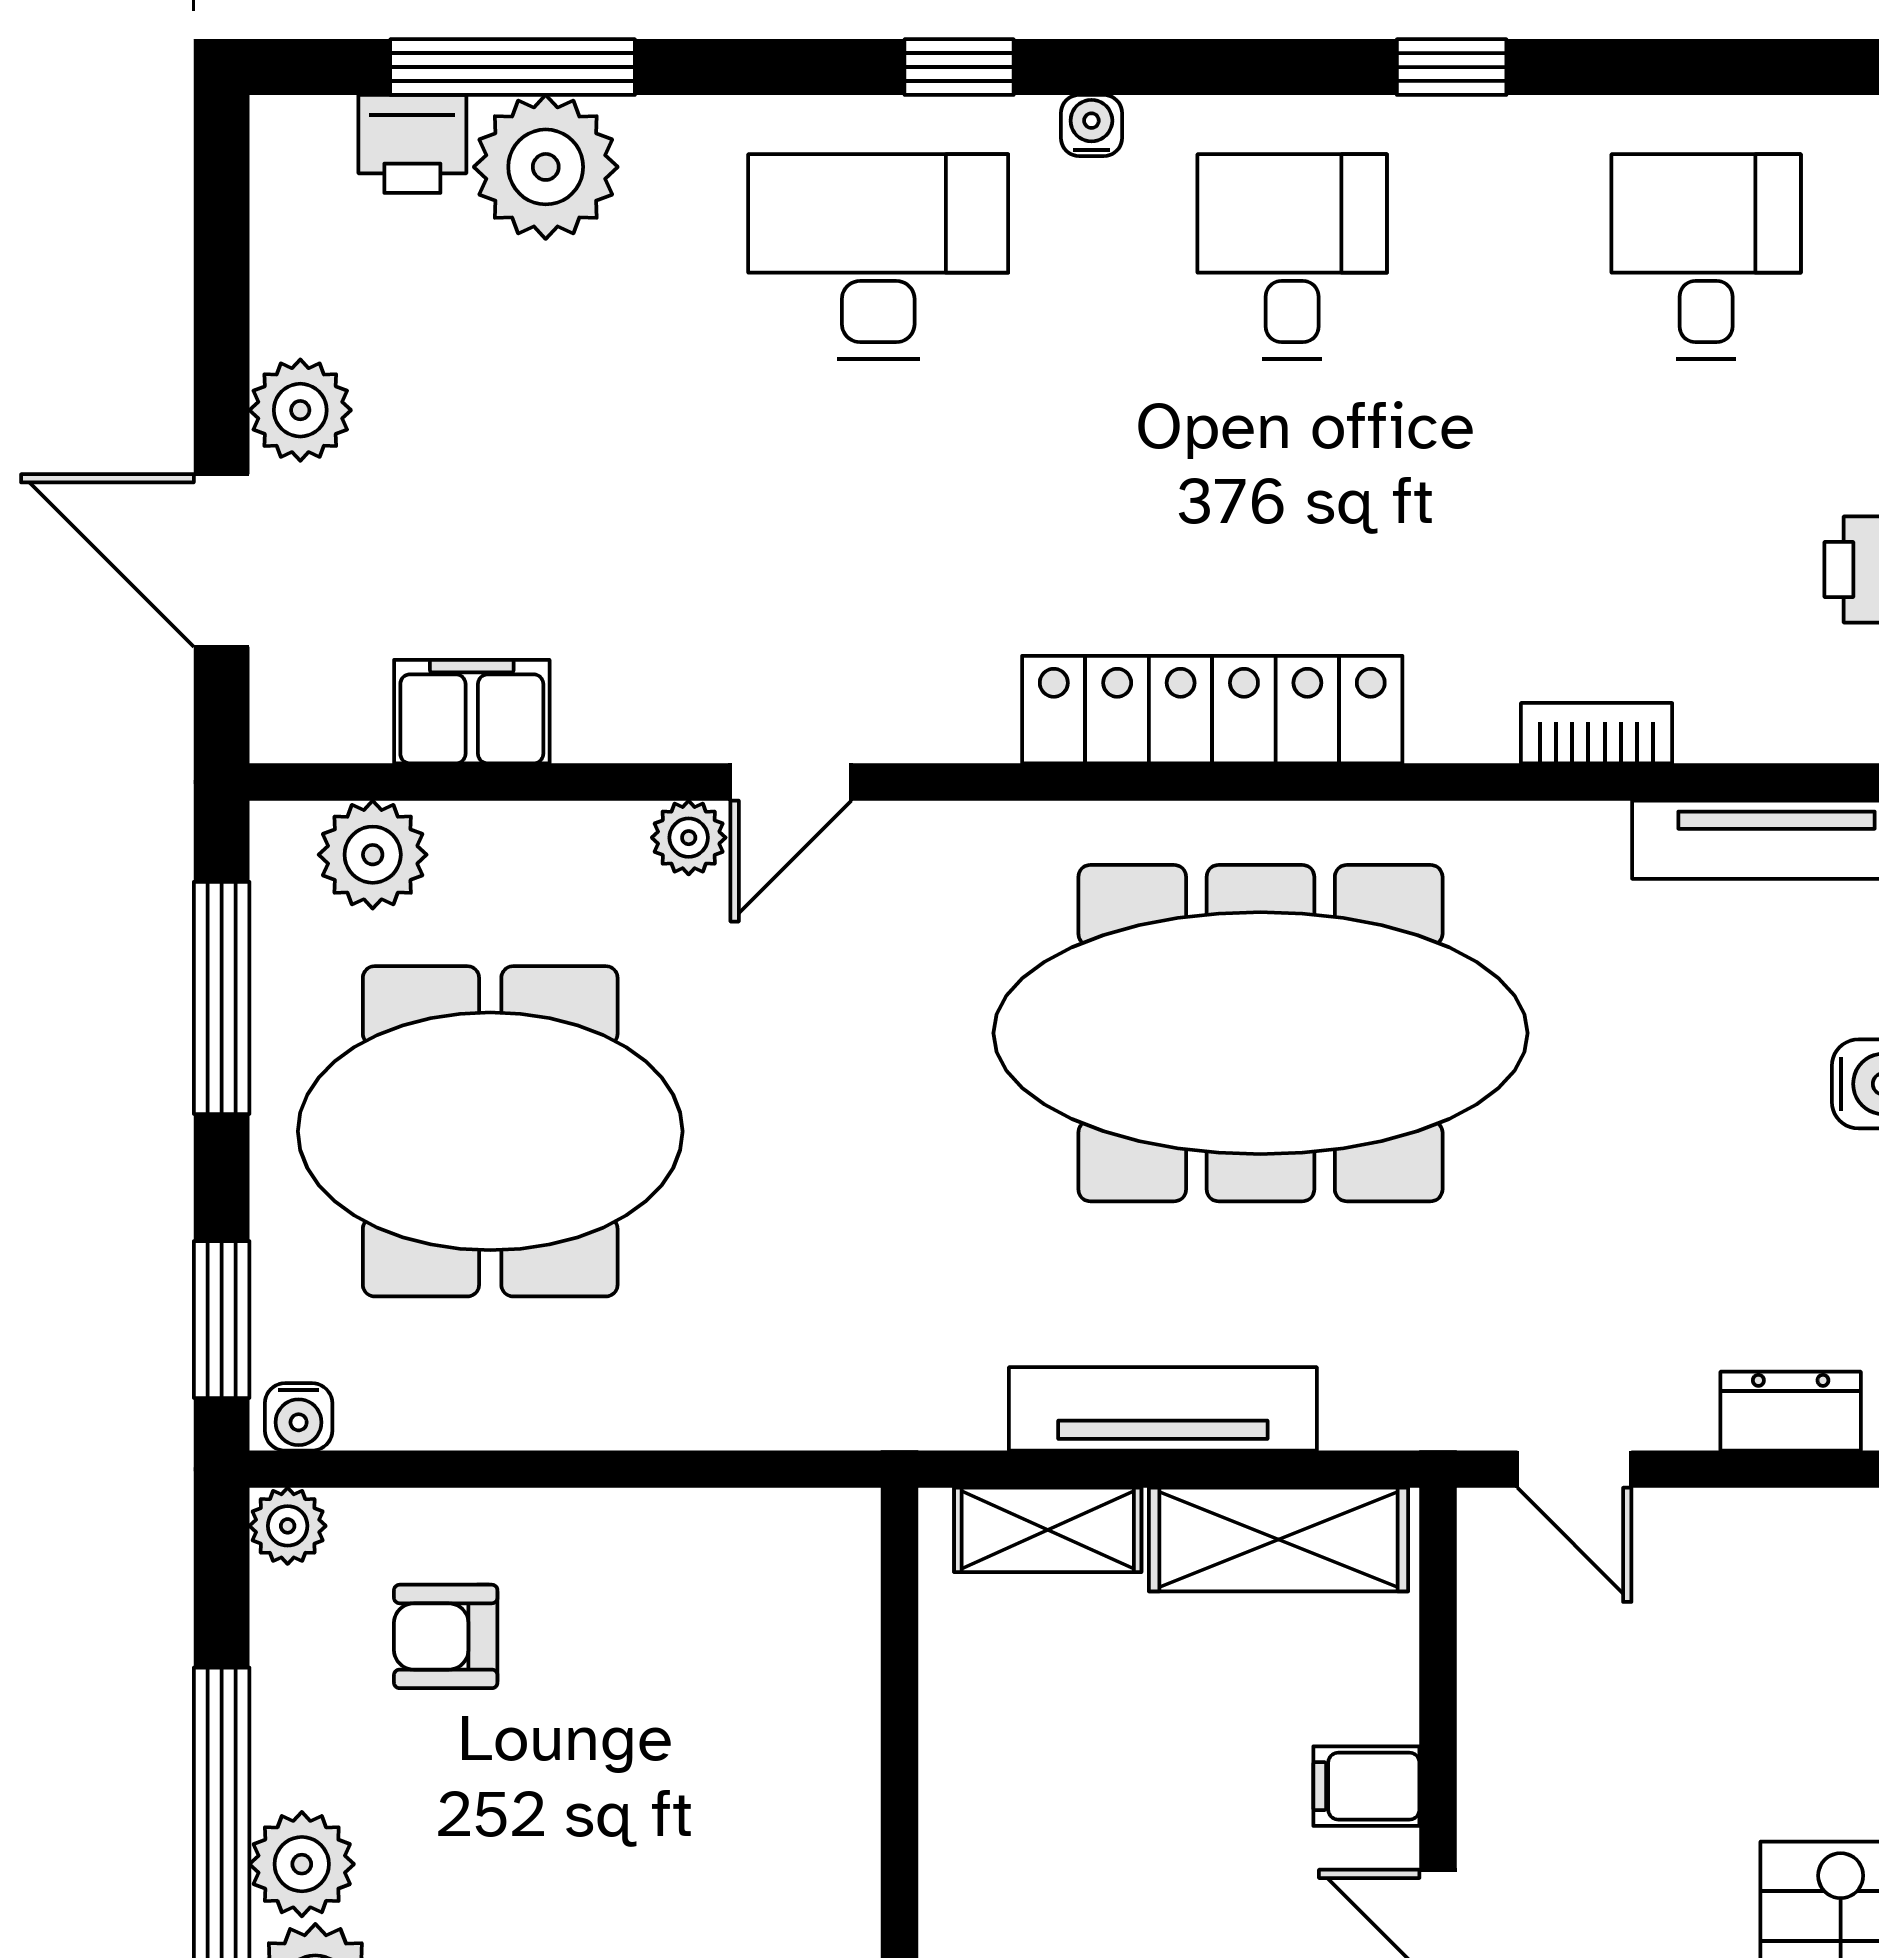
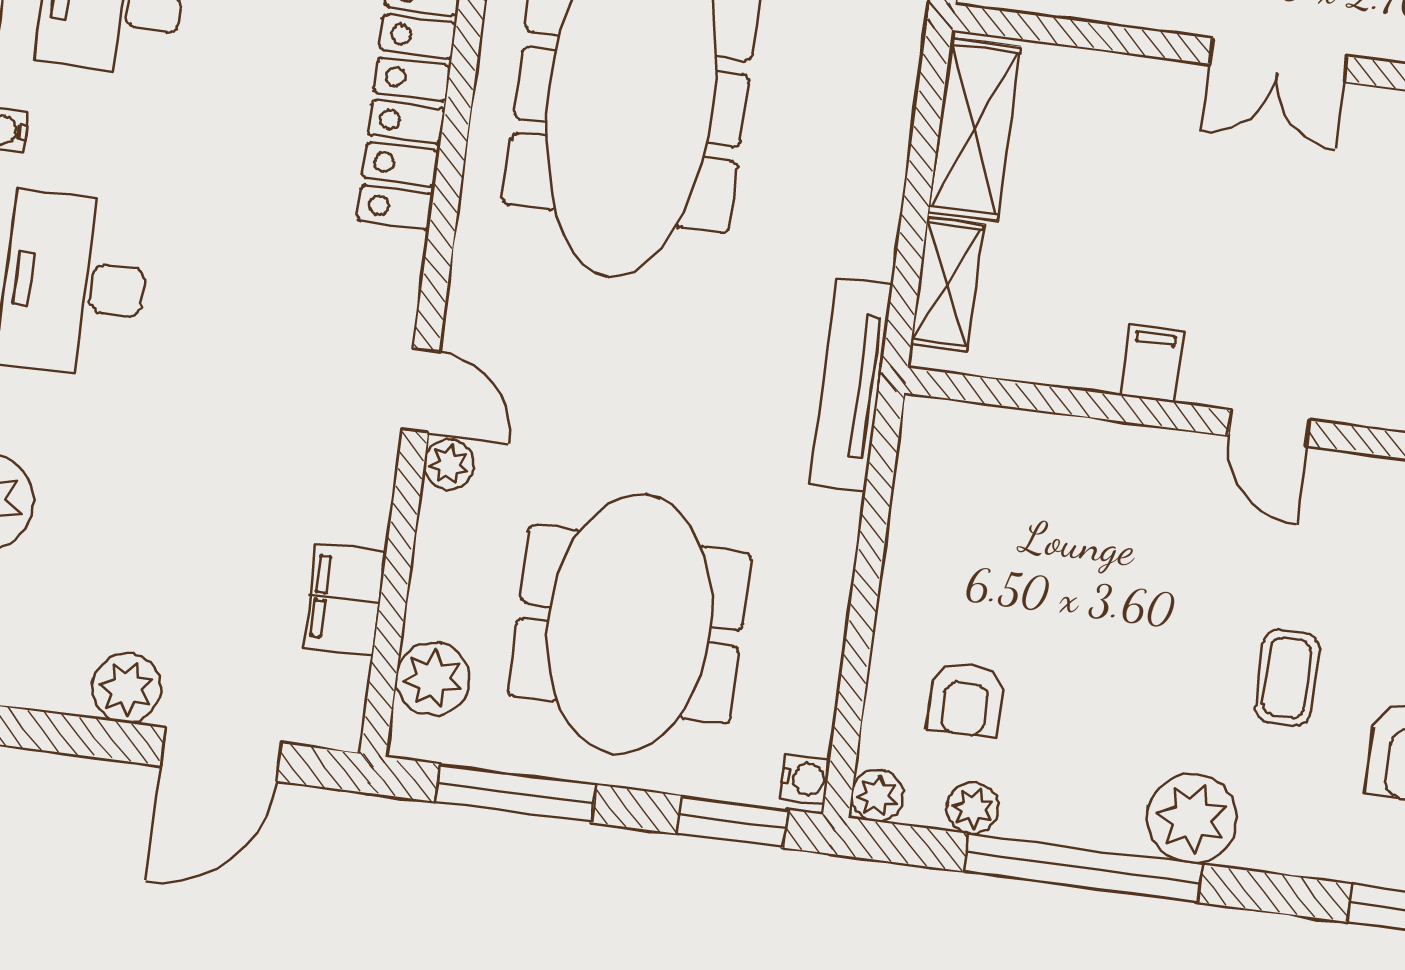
tv unit: (1163, 1409) -> (851, 385), moved
filing cabinet: (1366, 1786) -> (1152, 363), moved, turned 180
plant: (302, 1864) -> (973, 808), moved, width x0.73, depth x0.73

